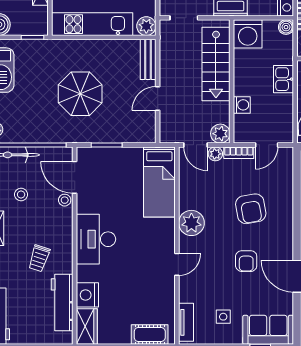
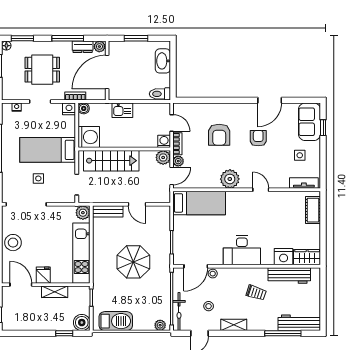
washing machine: (242, 105) -> (164, 141), moved
armchair: (251, 209) -> (219, 135), turned 100
armchair: (246, 261) -> (258, 138), turned -90

